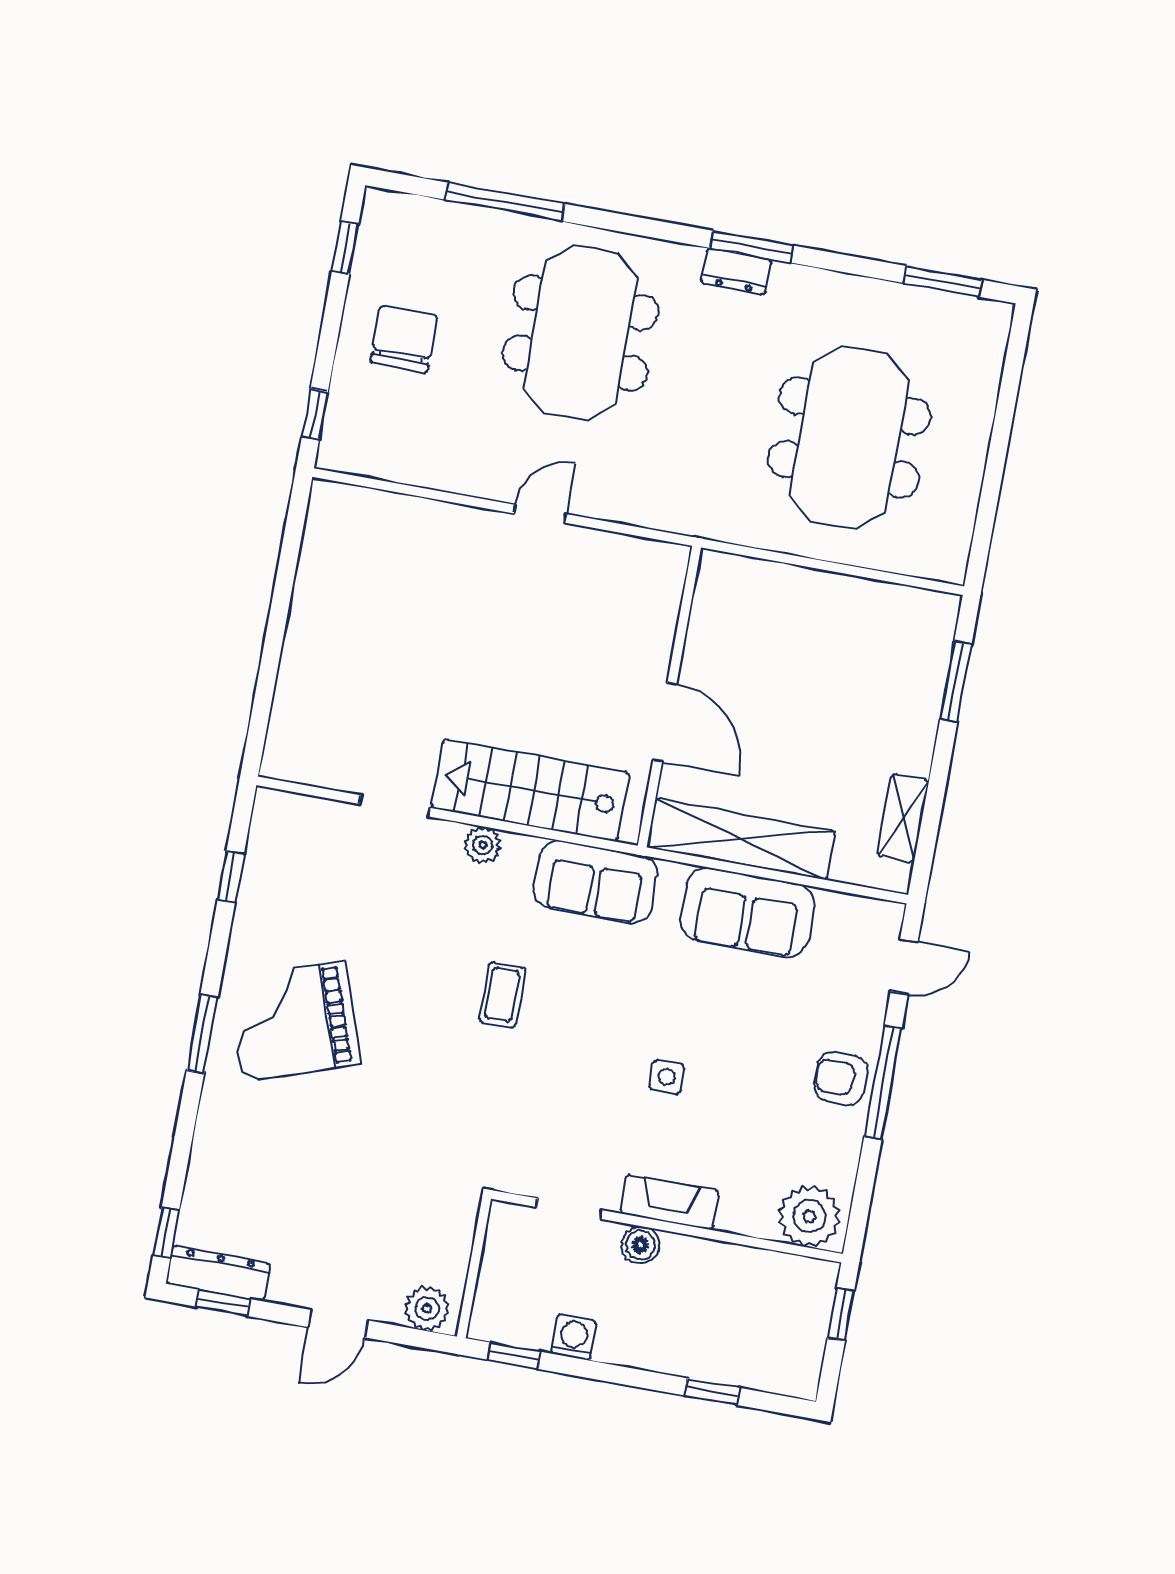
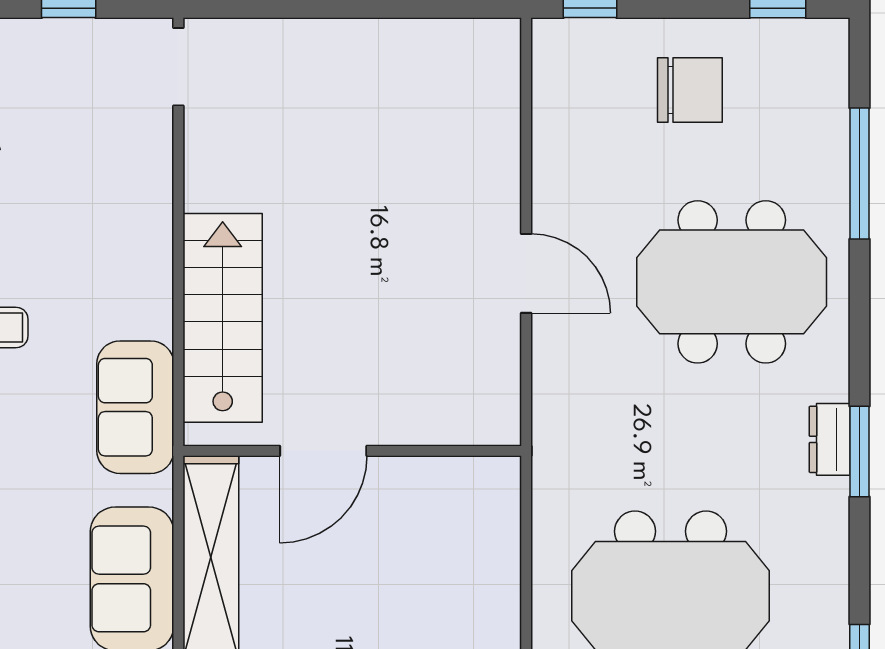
door: (540, 514) -> (526, 273), width x1.38
doorway: (395, 806) -> (178, 67), moved
plant: (483, 845) -> (153, 277), removed

